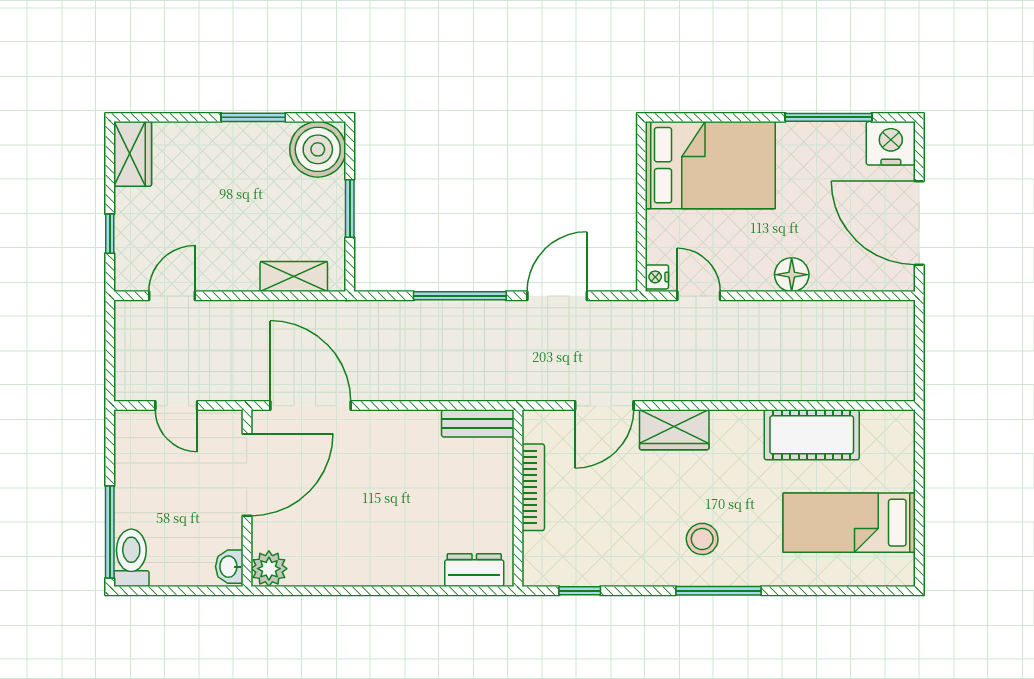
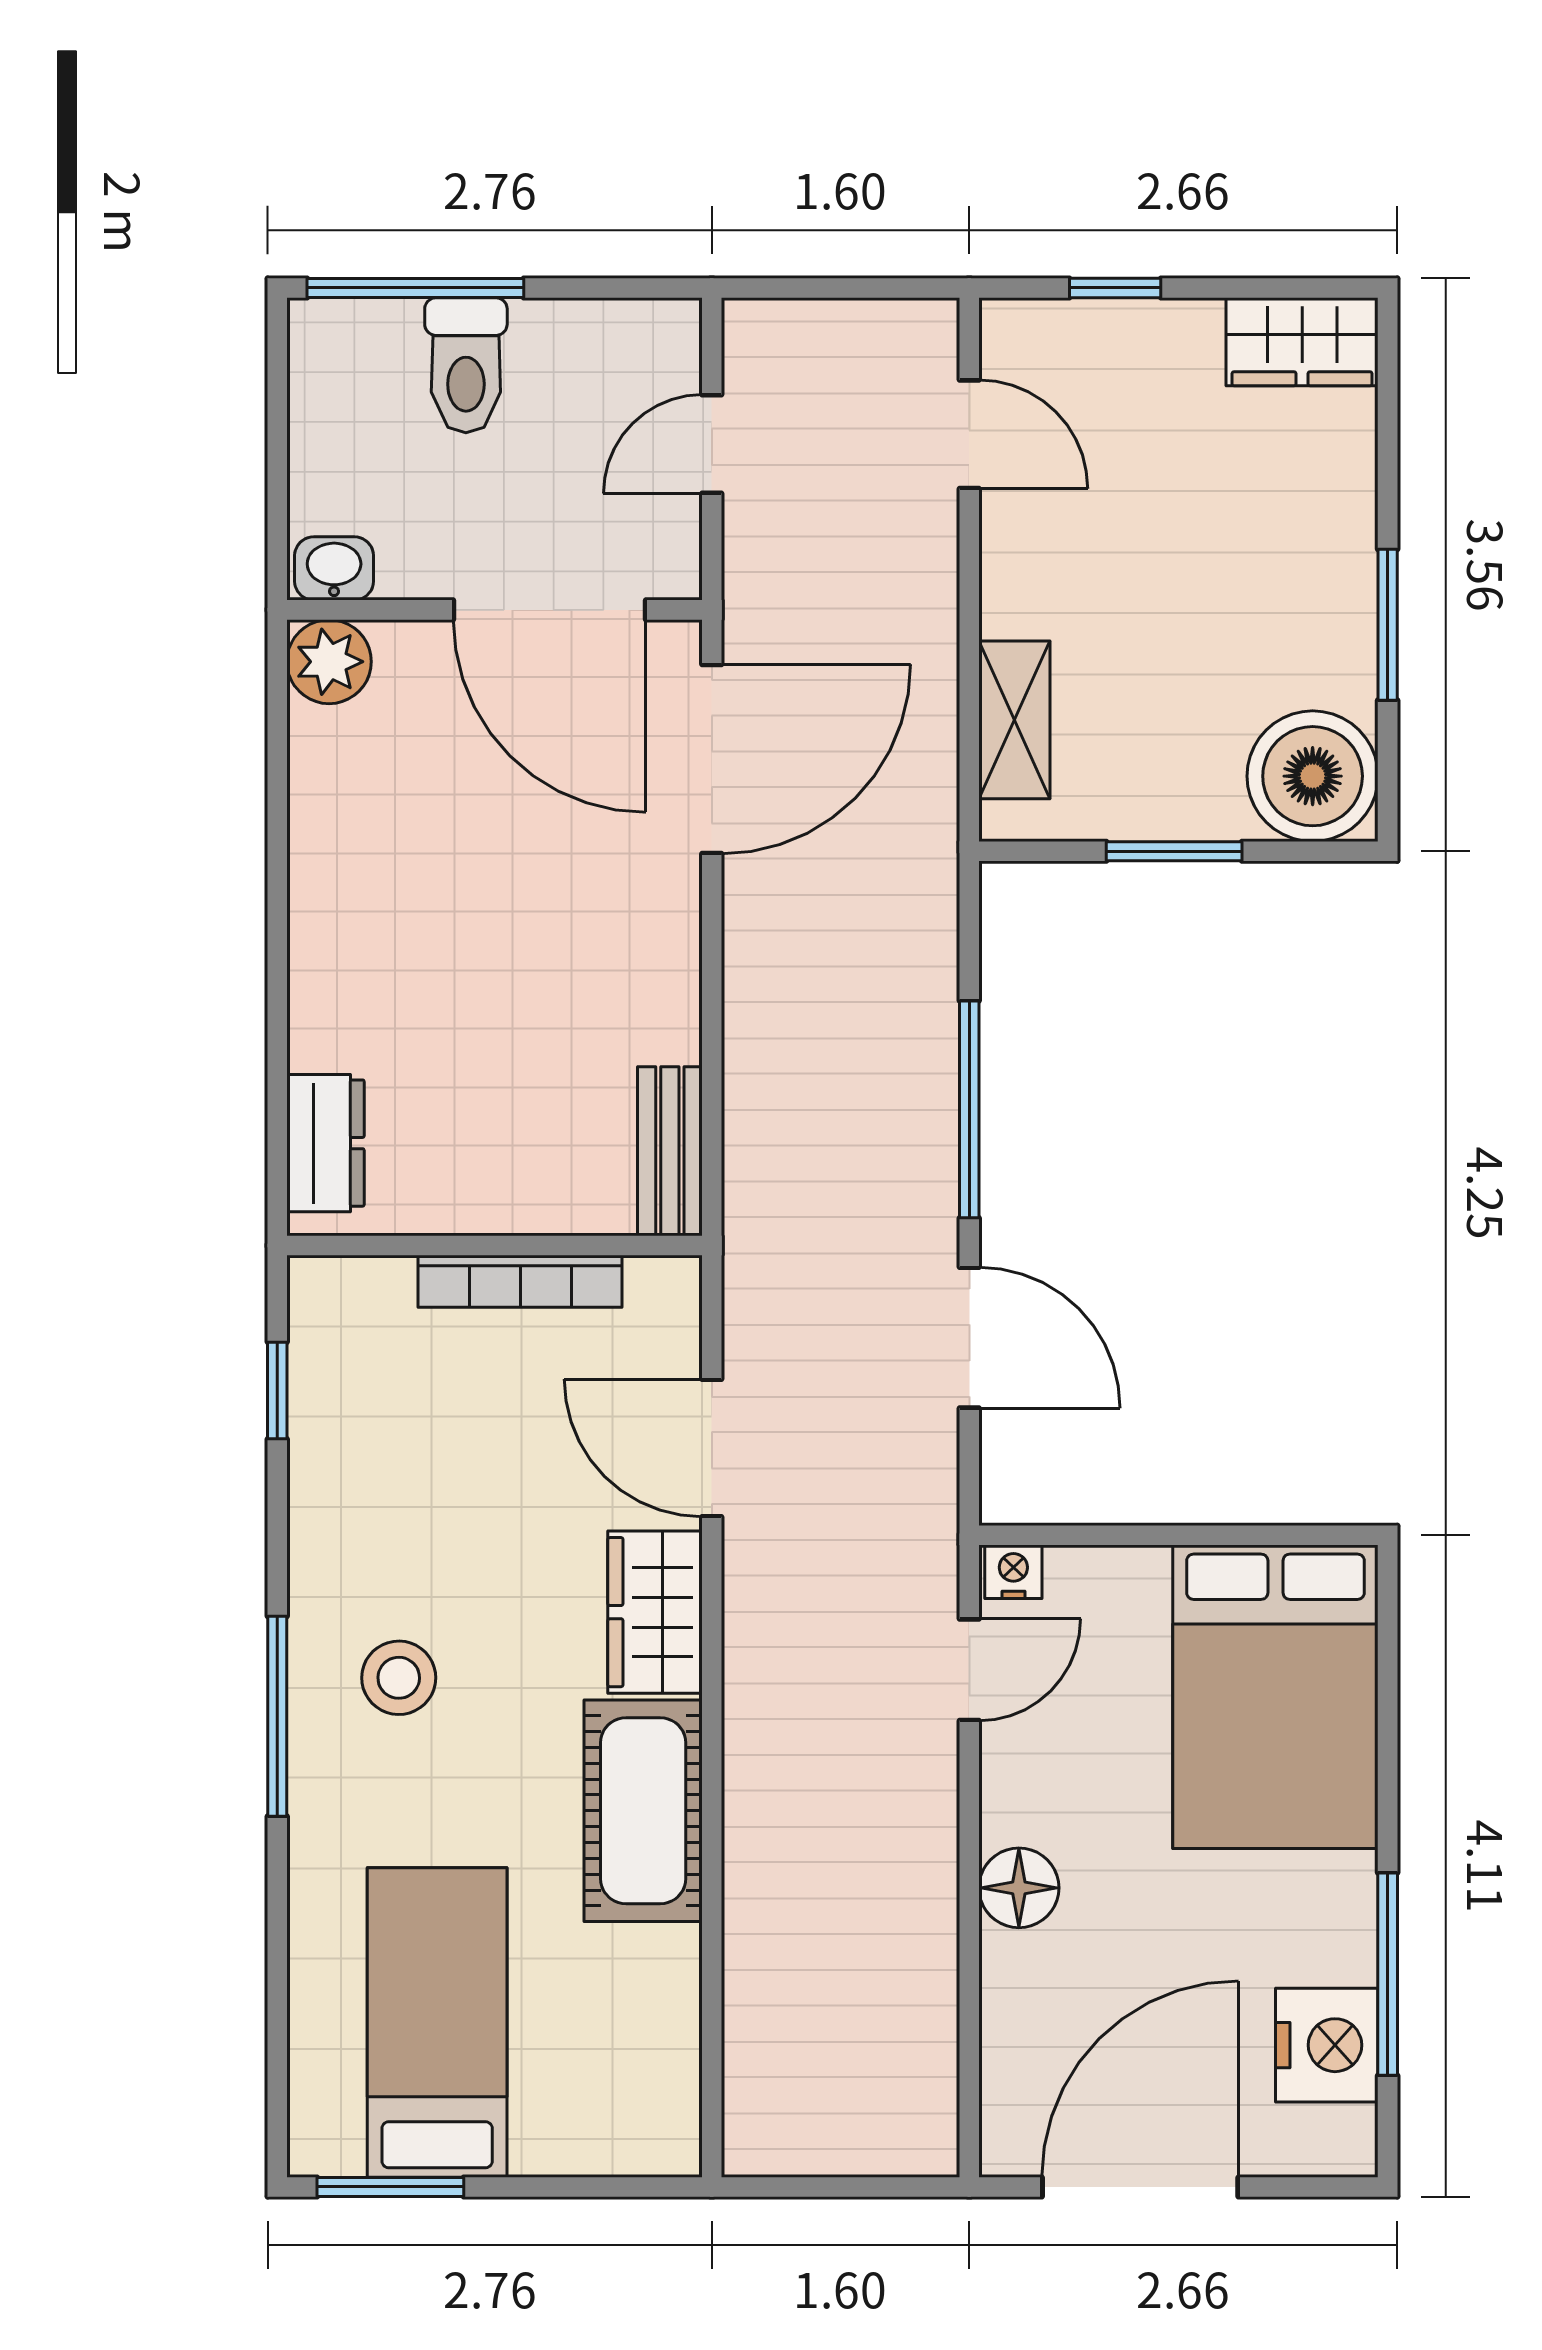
nightstand: (891, 143) -> (1327, 2045), moved
cot: (812, 435) -> (643, 1811), moved
window: (919, 543) -> (390, 2187), added
toilet: (131, 558) -> (466, 365), moved, turned 90

